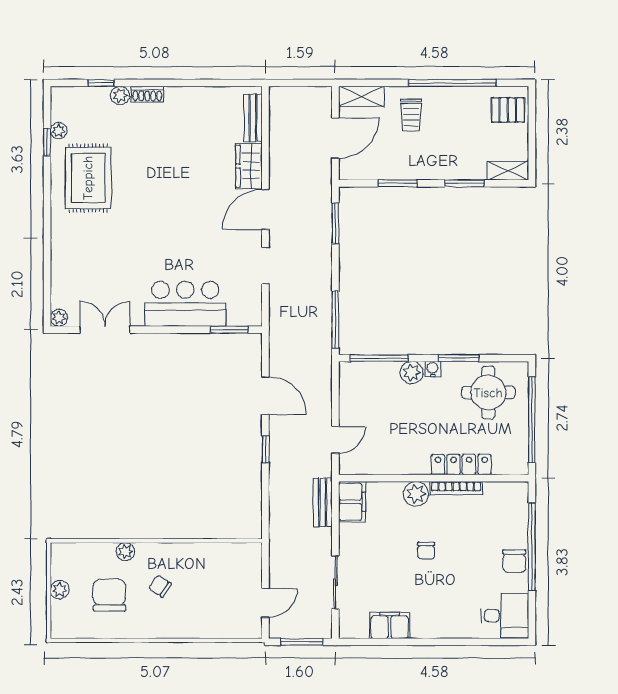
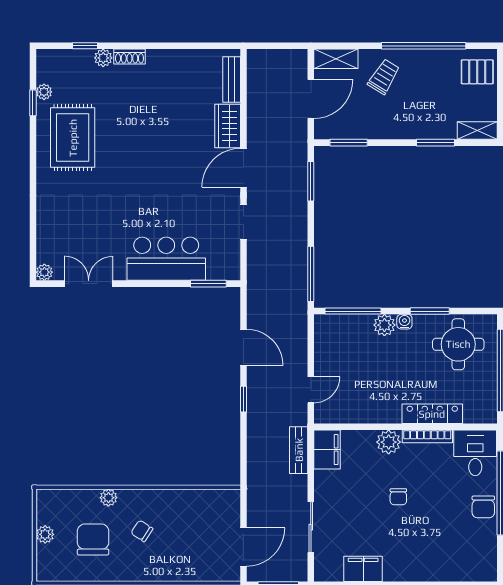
trolley: (411, 115) -> (384, 77), turned -148
window: (398, 183) -> (349, 143), moved
door: (265, 603) -> (243, 547), width x1.38
desk: (505, 616) -> (475, 453), moved, turned -90

